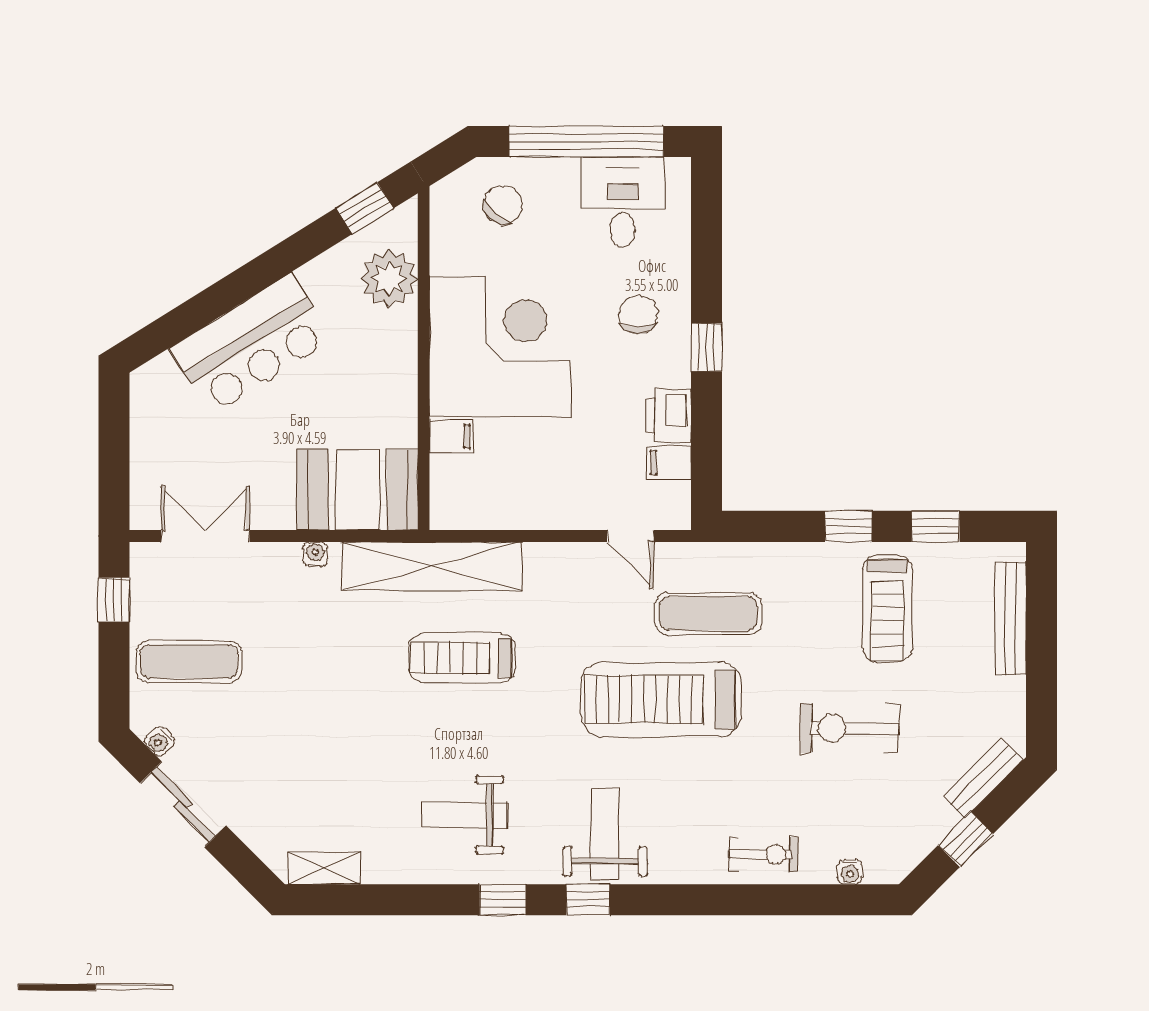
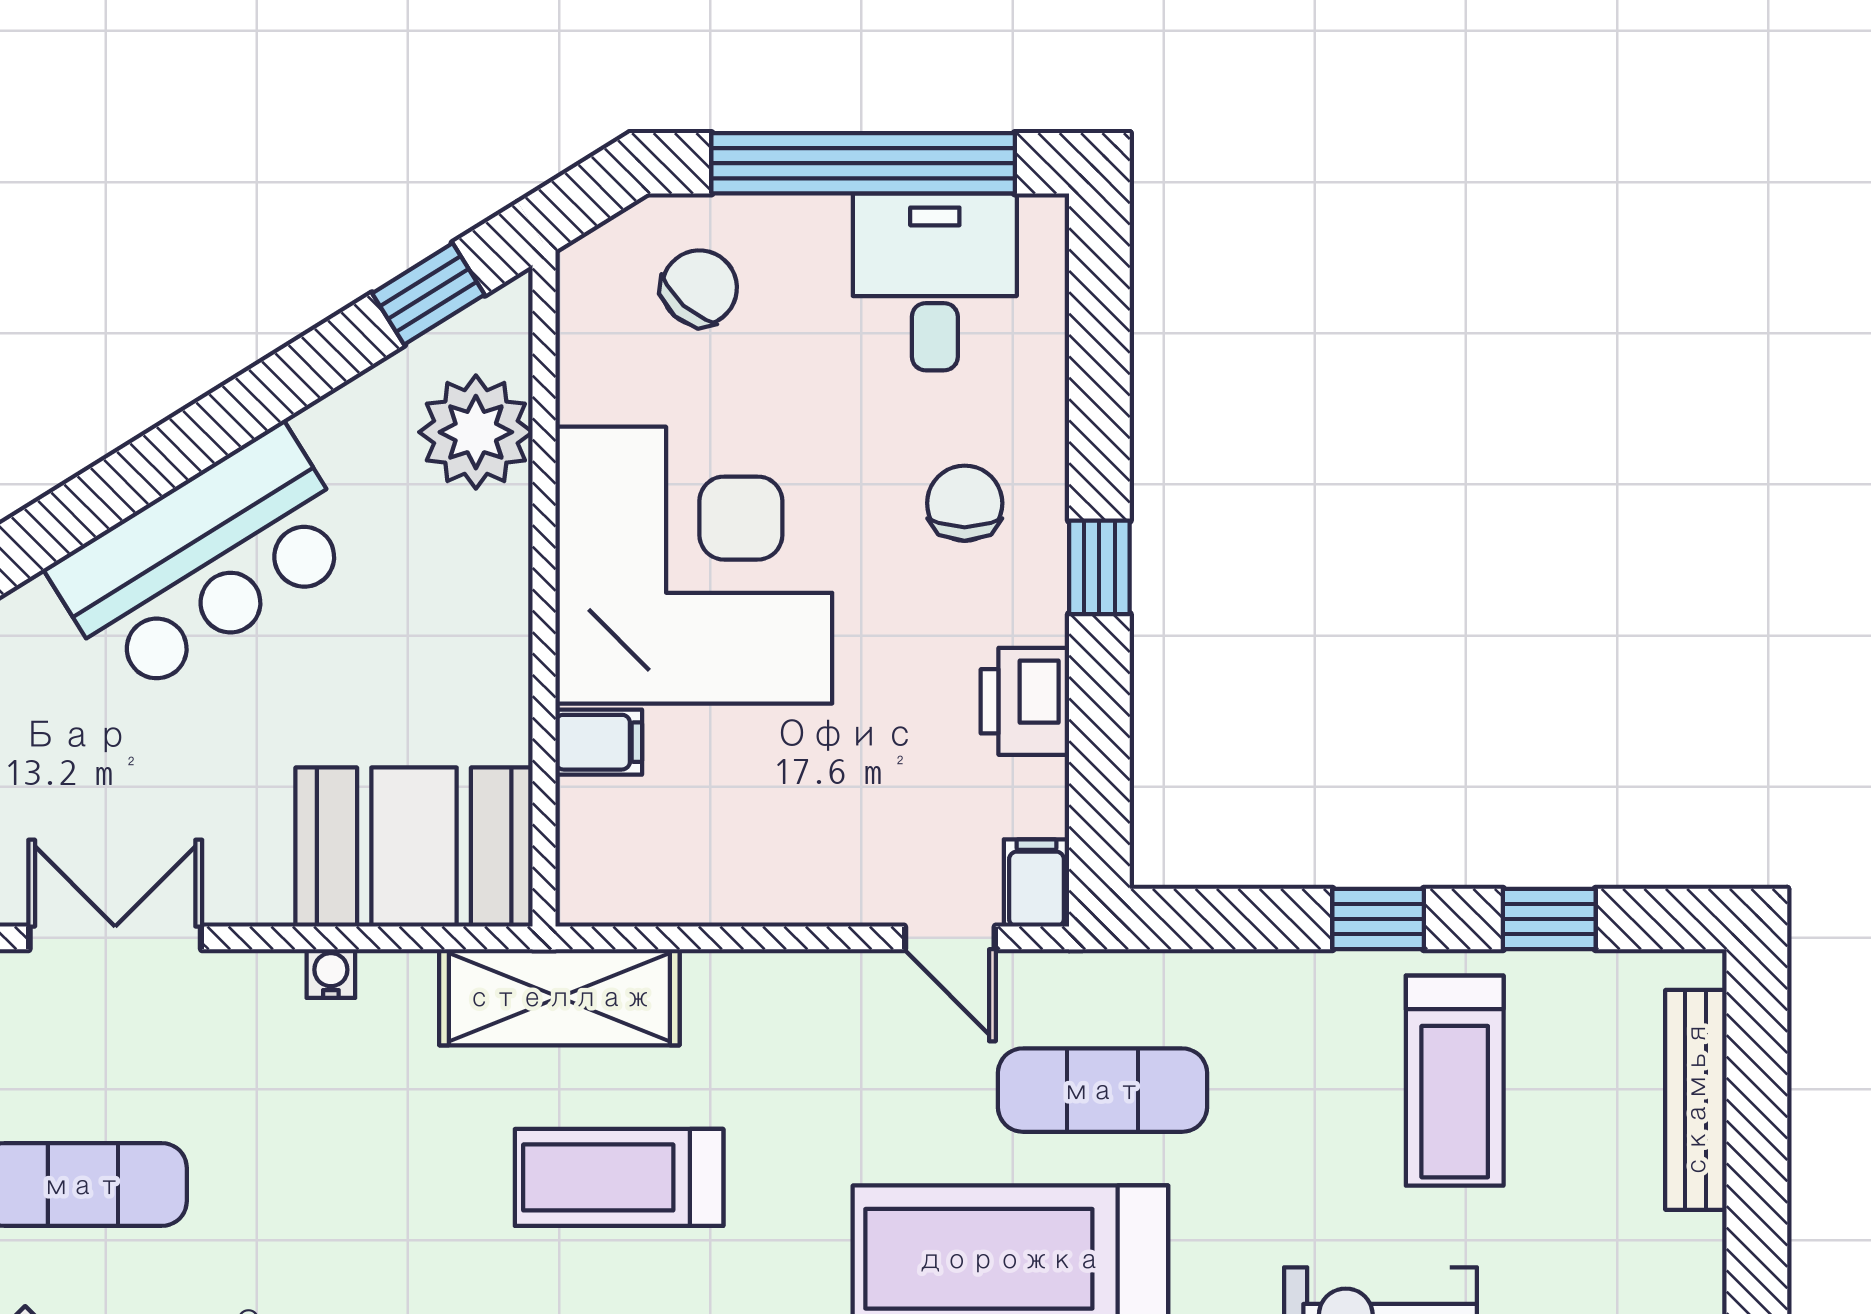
filing cabinet: (669, 463) -> (1037, 883), moved, turned 90
shelving: (432, 566) -> (559, 997), width x0.68

